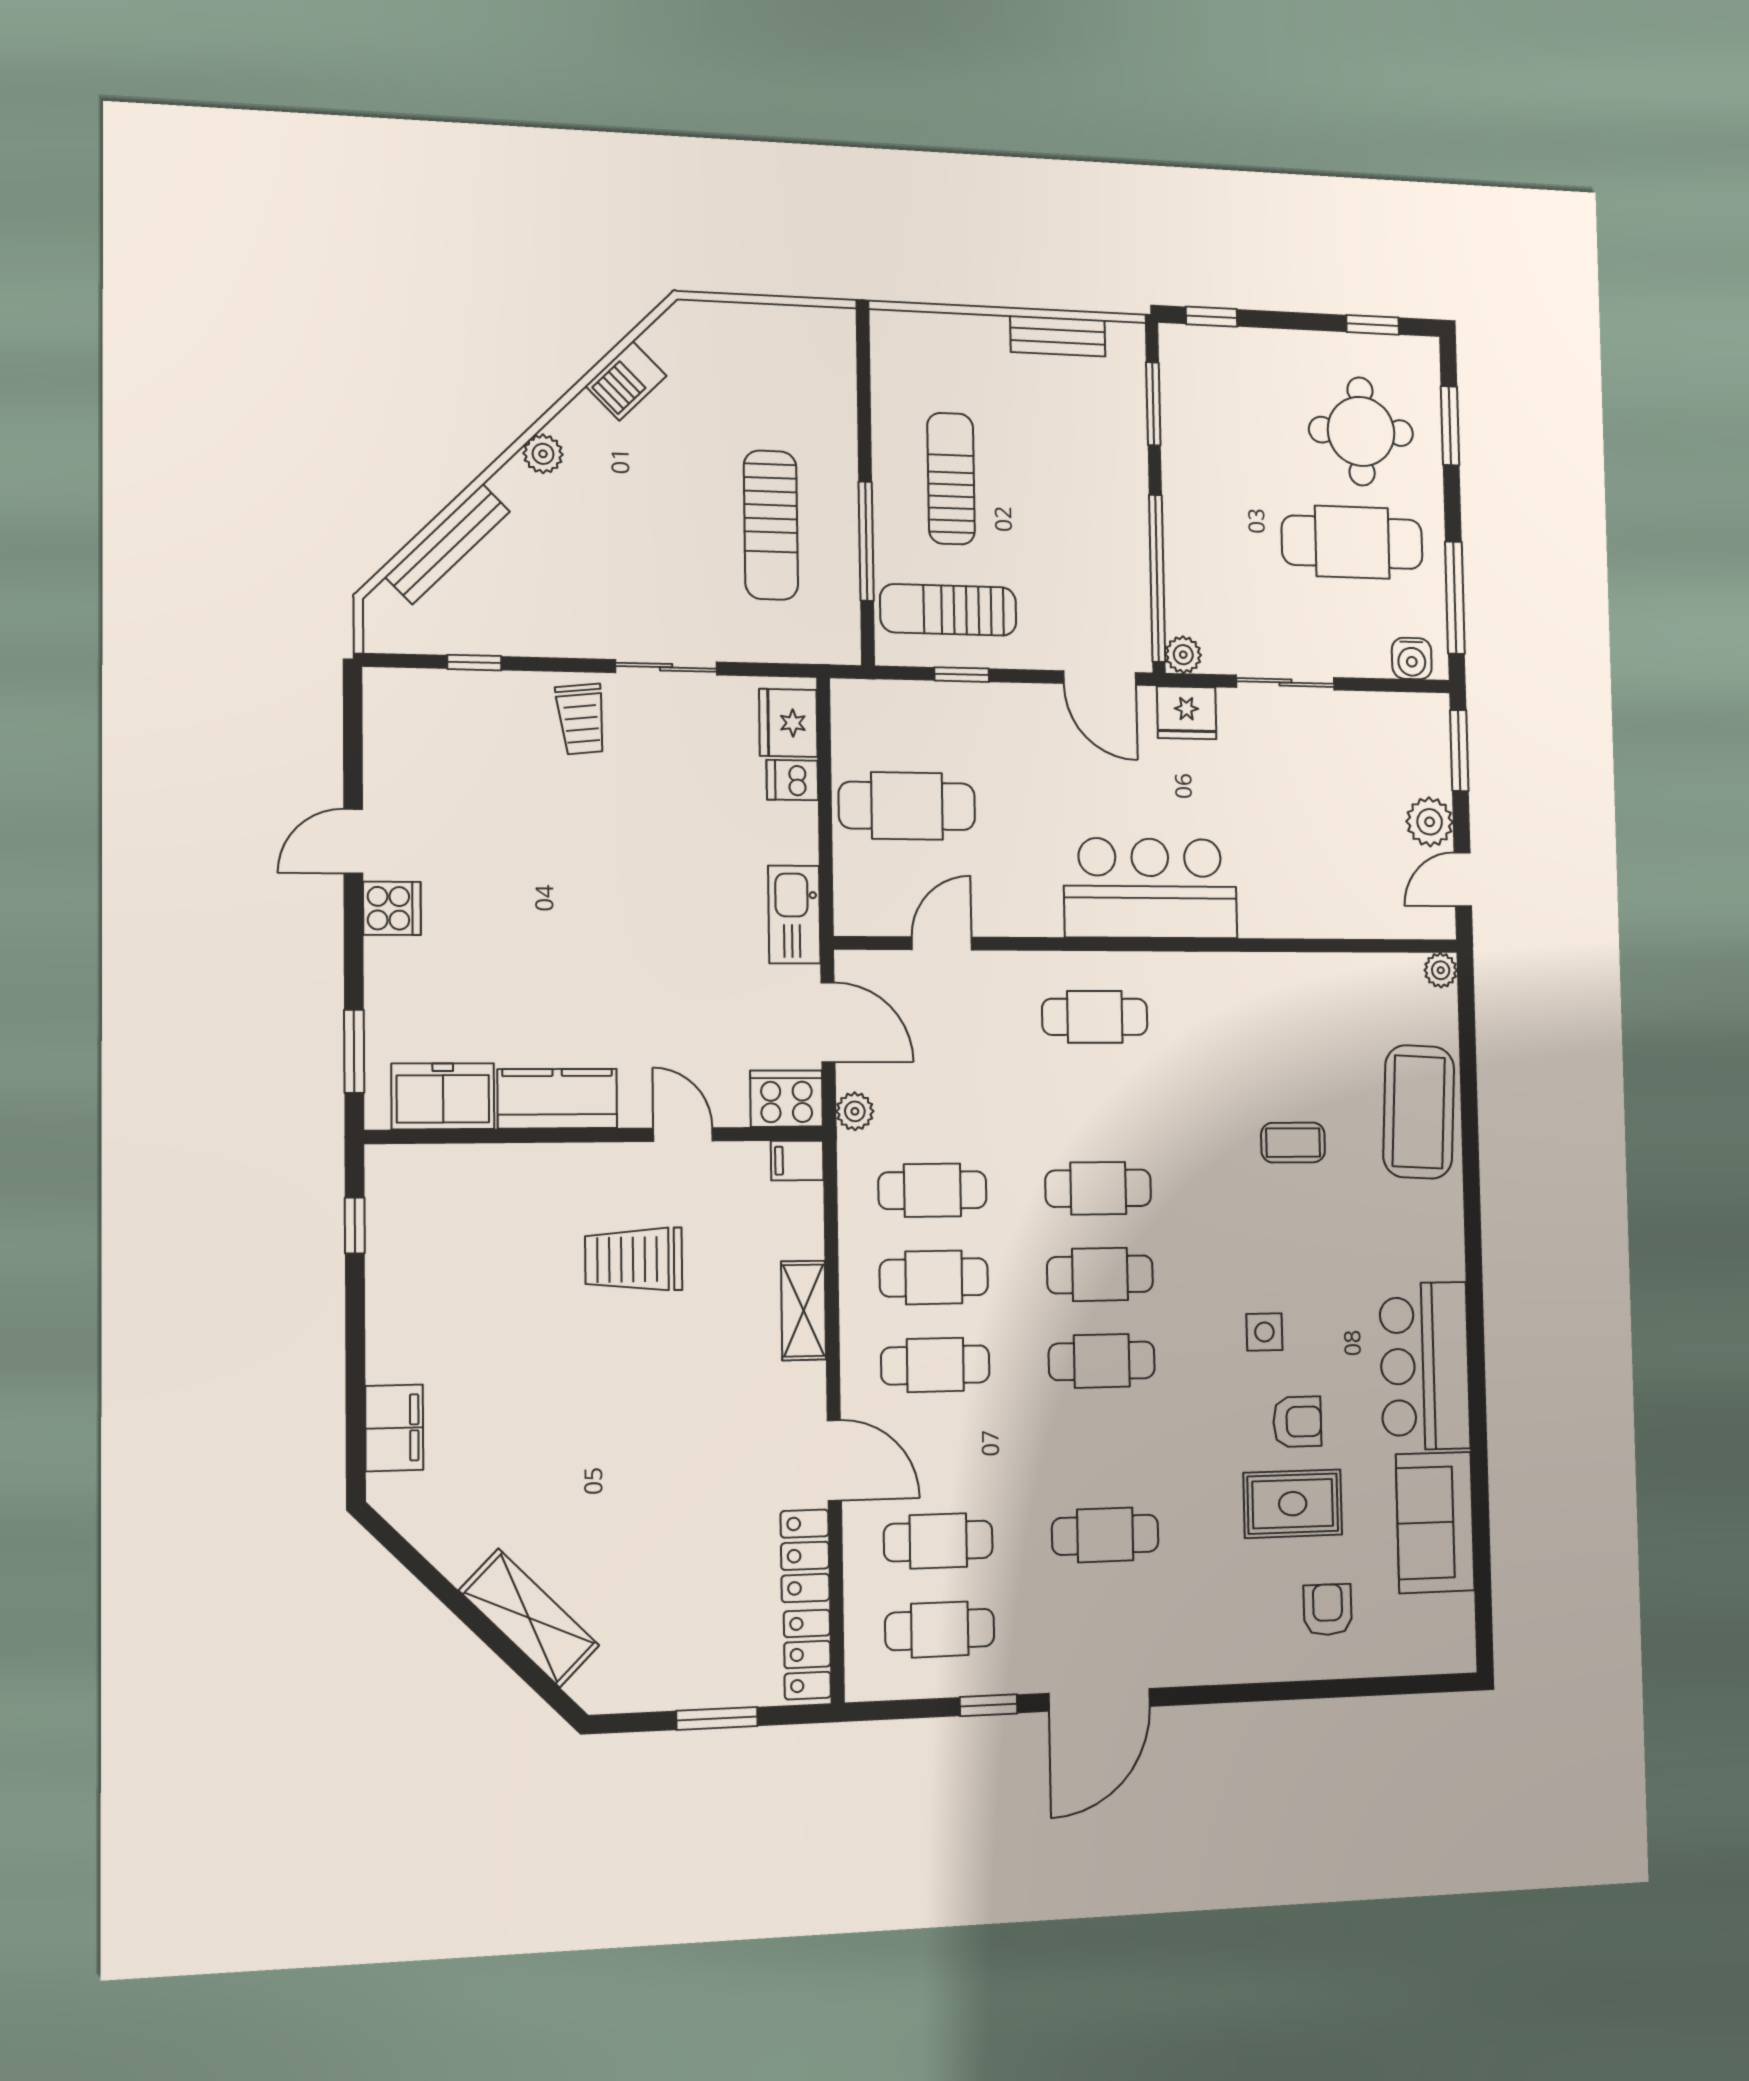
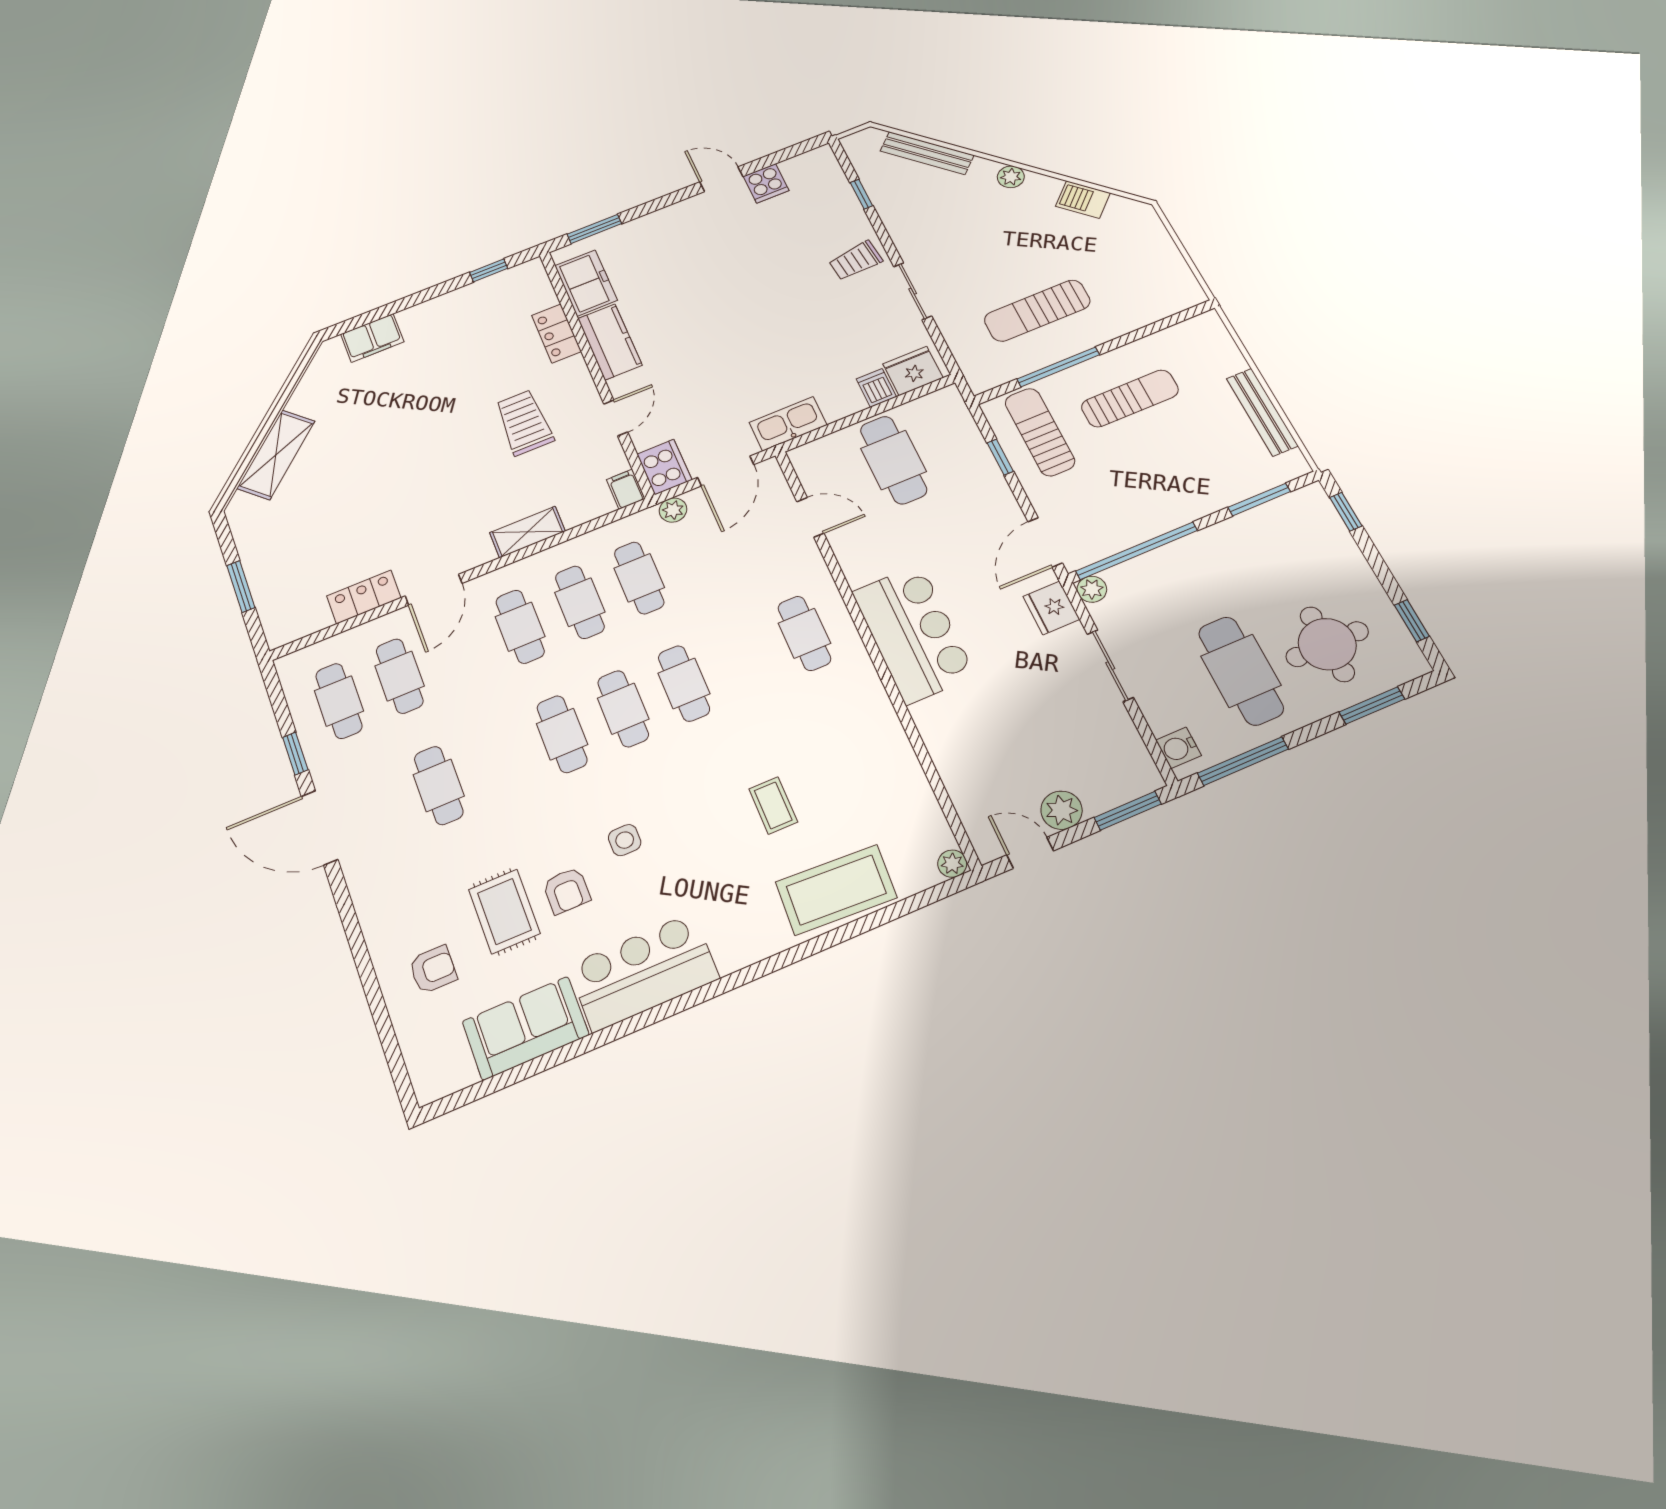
bench: (1058, 336) -> (1262, 412), width x1.36
cooker: (392, 908) -> (766, 183), moved
locker: (807, 1655) -> (556, 333), moved, turned -90

